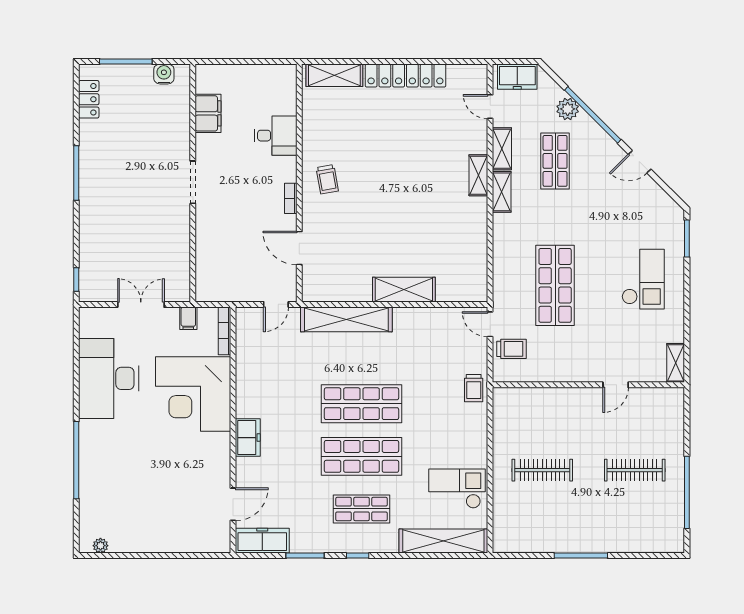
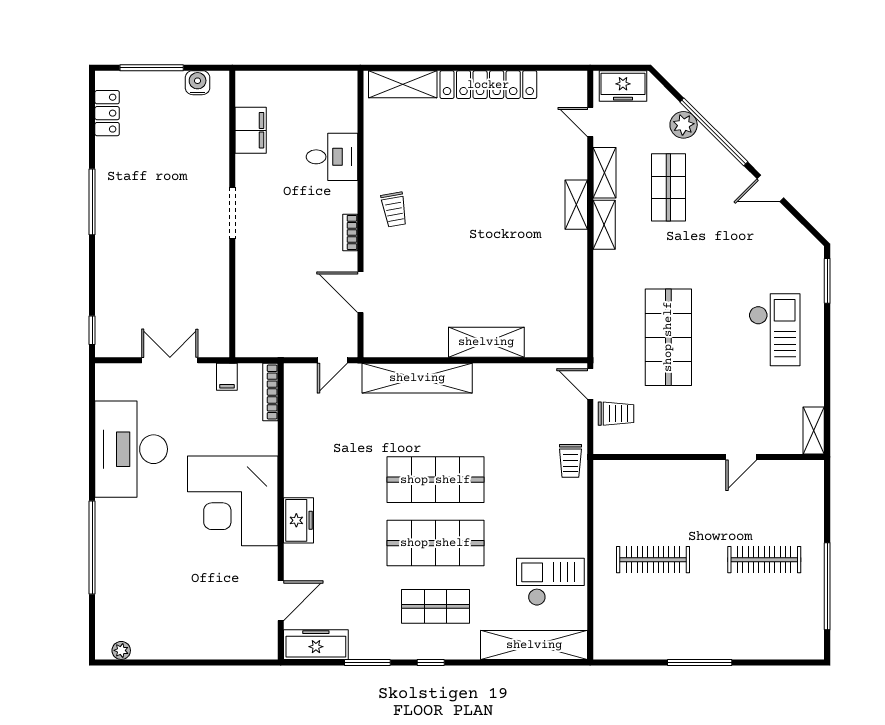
corner desk: (193, 394) -> (233, 501), moved

